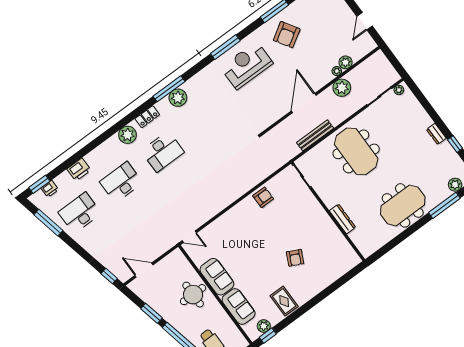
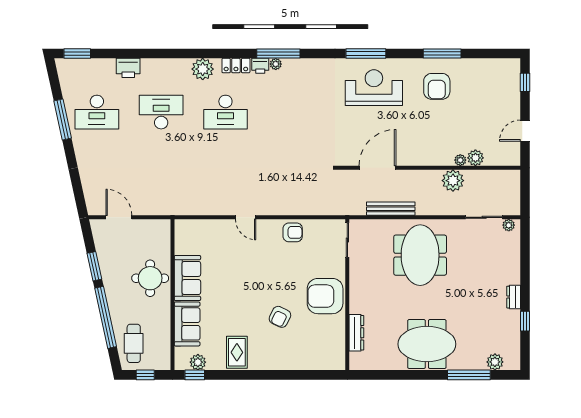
armchair: (287, 35) -> (437, 86), turned -58
plant: (178, 98) -> (276, 64), width x0.53, depth x0.53
door: (304, 103) -> (378, 168), moved
printer: (50, 189) -> (260, 66), moved
desk: (80, 213) -> (97, 112), turned 180
dresser: (343, 219) -> (356, 333), moved
window: (48, 223) -> (63, 119), moved
armchair: (314, 223) -> (325, 296), added
door: (189, 237) -> (246, 217), moved
window: (109, 276) -> (79, 197), removed

